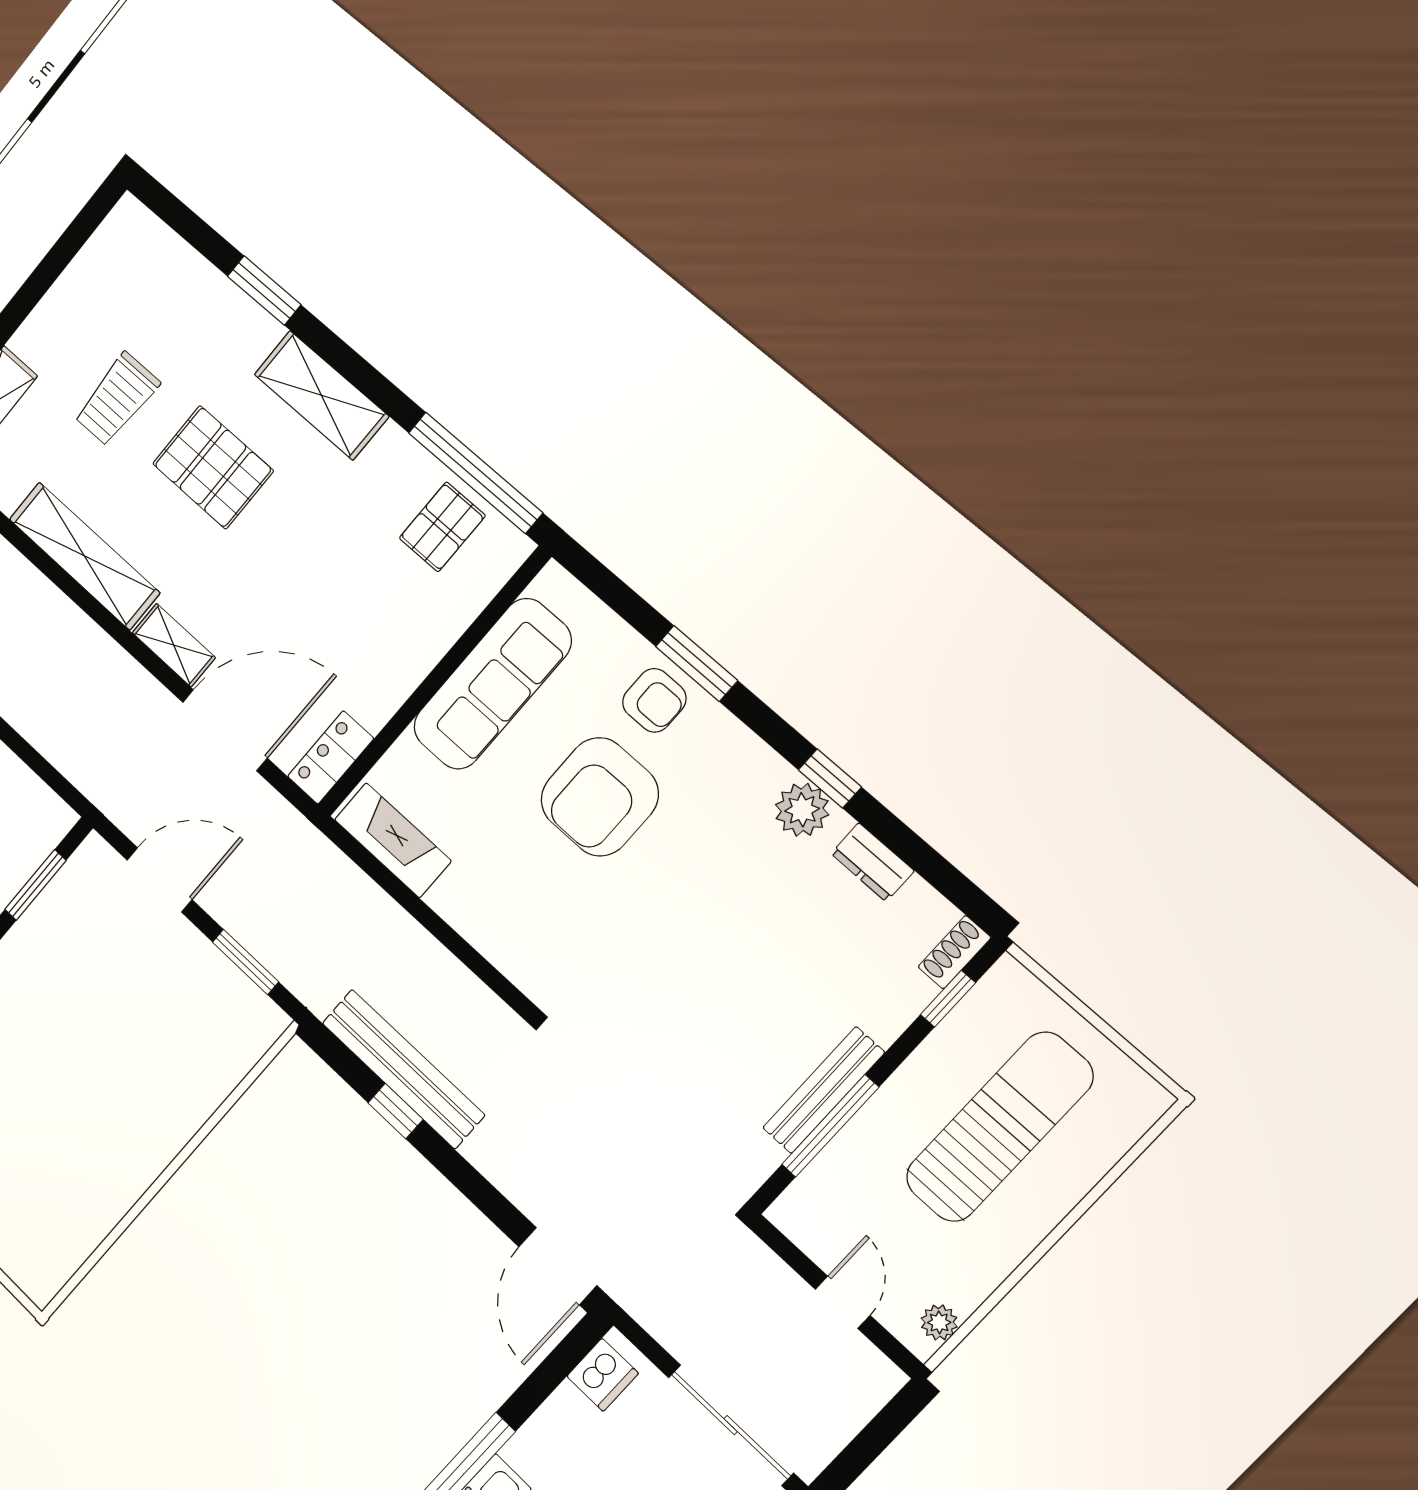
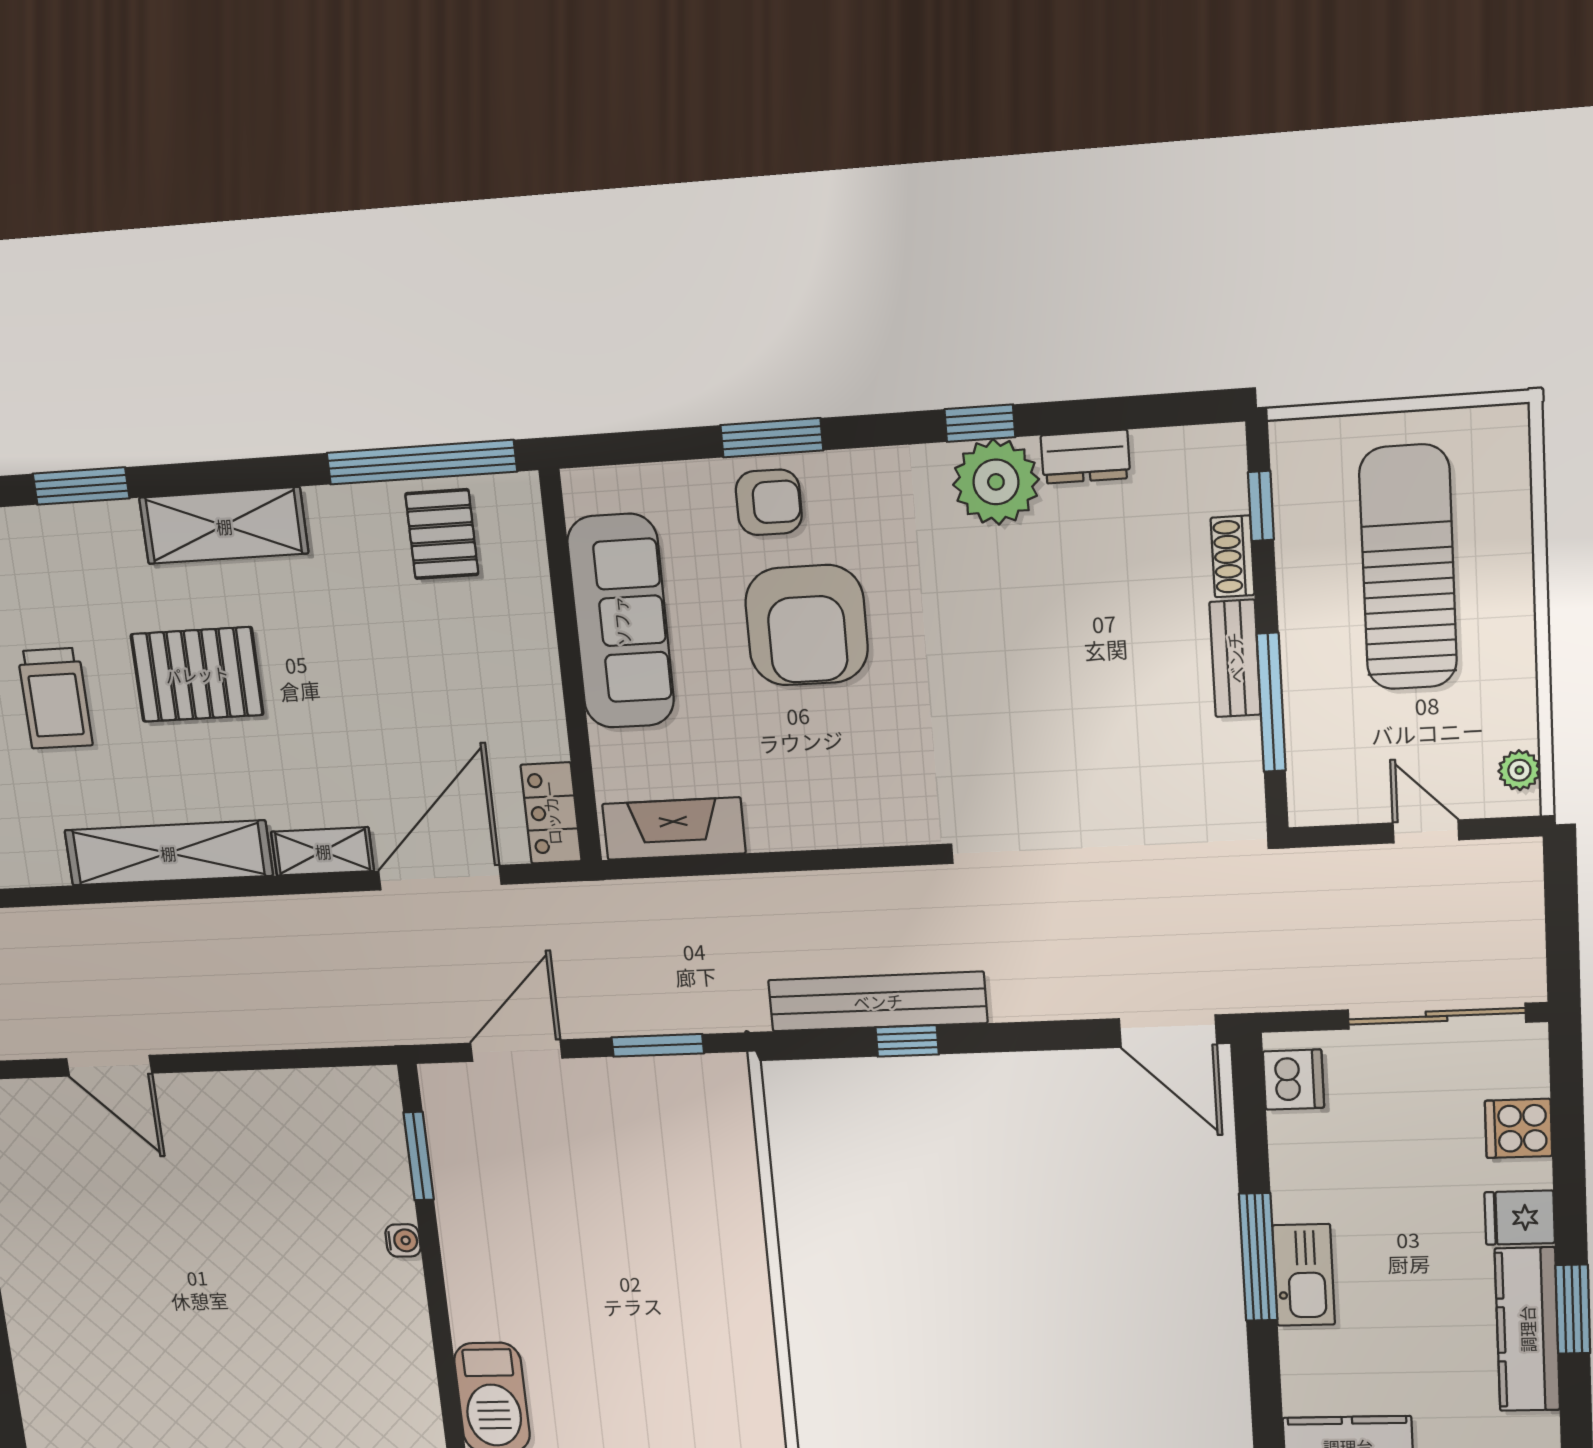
plant: (802, 810) -> (996, 482), width x1.36, depth x1.36
shoe rack: (954, 952) -> (1233, 556), moved
bench: (824, 1090) -> (1235, 658), width x0.73

